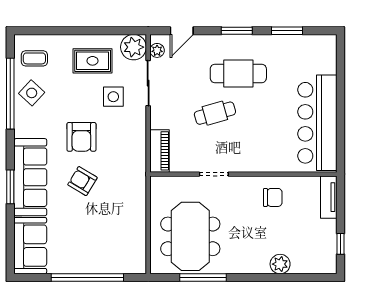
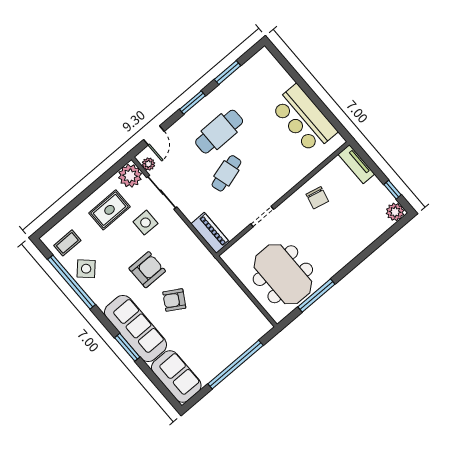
bar counter: (317, 123) -> (304, 119), width x0.73
armchair: (81, 137) -> (147, 270), turned -90
chair: (273, 197) -> (317, 198), turned 103
plant: (280, 264) -> (395, 212), moved

